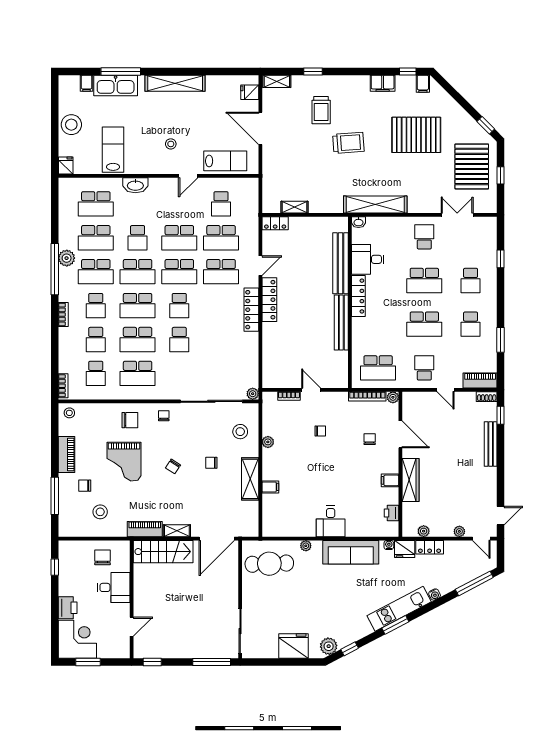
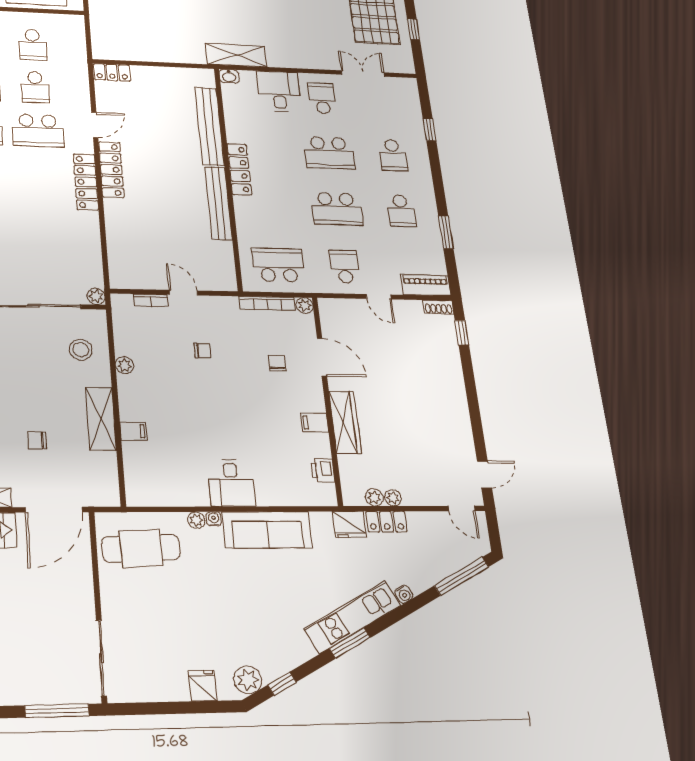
shelving: (375, 205) -> (236, 55), width x0.68
shelving: (294, 207) -> (138, 54), removed
school desk: (221, 238) -> (35, 87), width x0.54
desk: (368, 259) -> (279, 91), moved, turned 90
school desk: (378, 368) -> (278, 265), turned 180
bench: (491, 444) -> (454, 372), removed
chair: (211, 463) -> (37, 440), moved
plant: (459, 531) -> (393, 498), moved
water cooler: (389, 545) -> (214, 519), moved
fridge: (294, 646) -> (203, 686), width x0.53, depth x0.75

